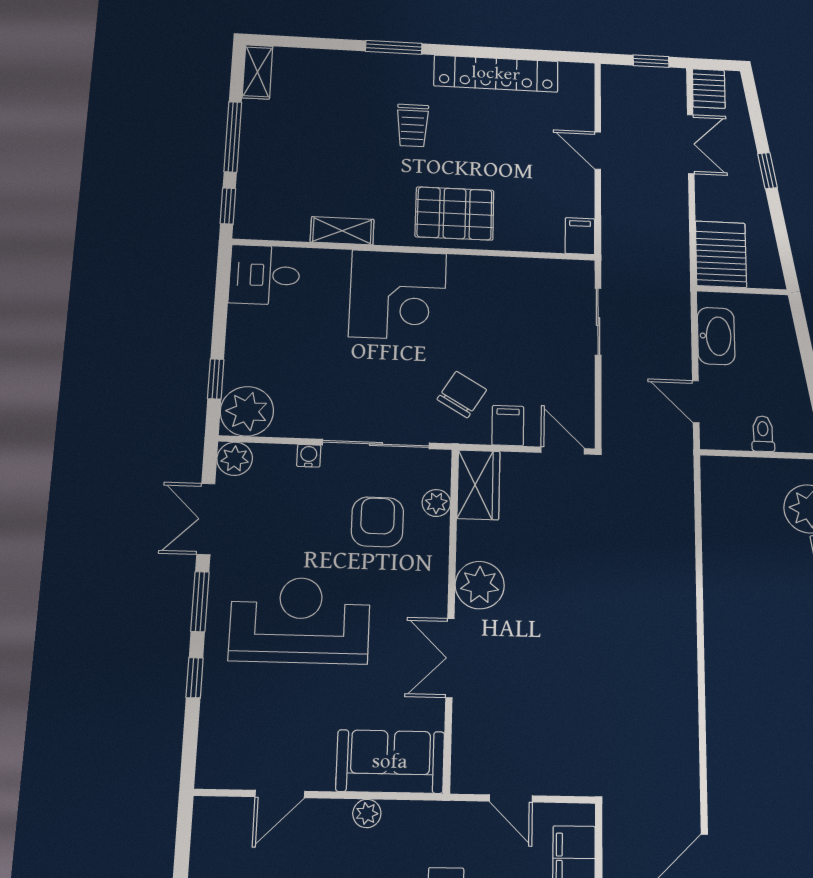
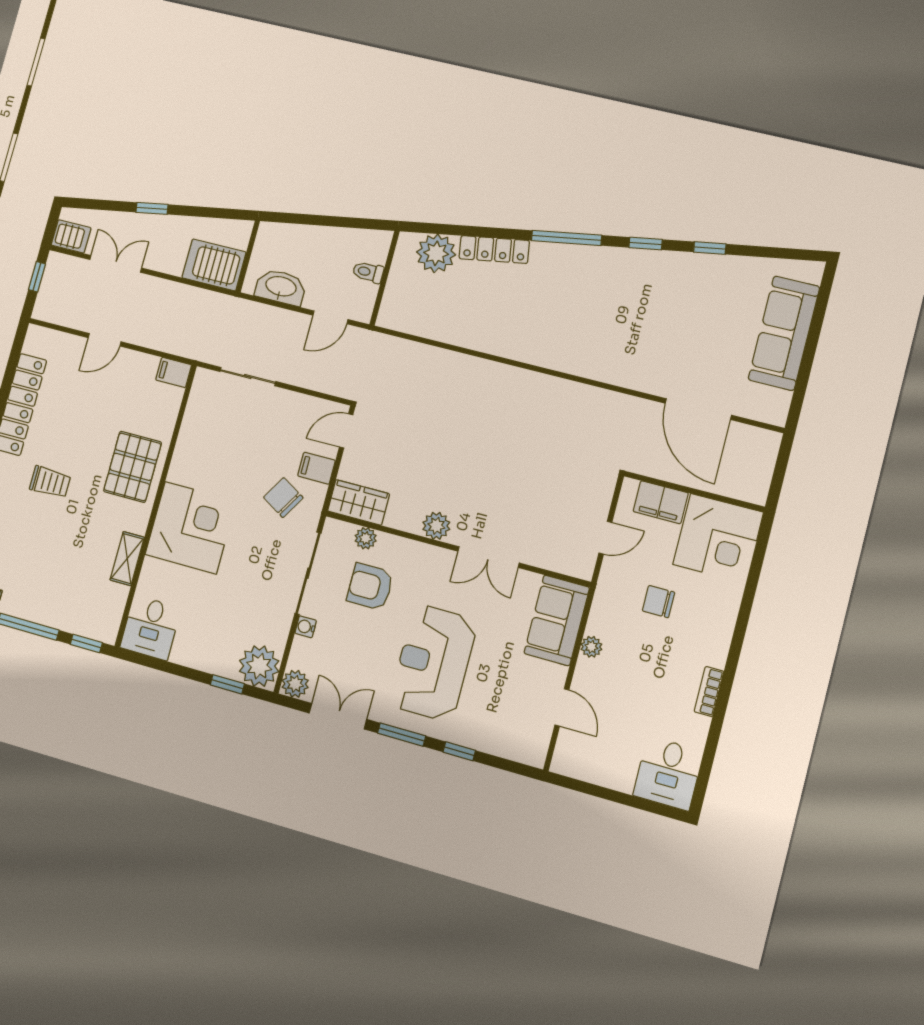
double door: (206, 519) -> (338, 716), swing flipped
plant: (480, 585) -> (436, 526), width x0.73, depth x0.73

